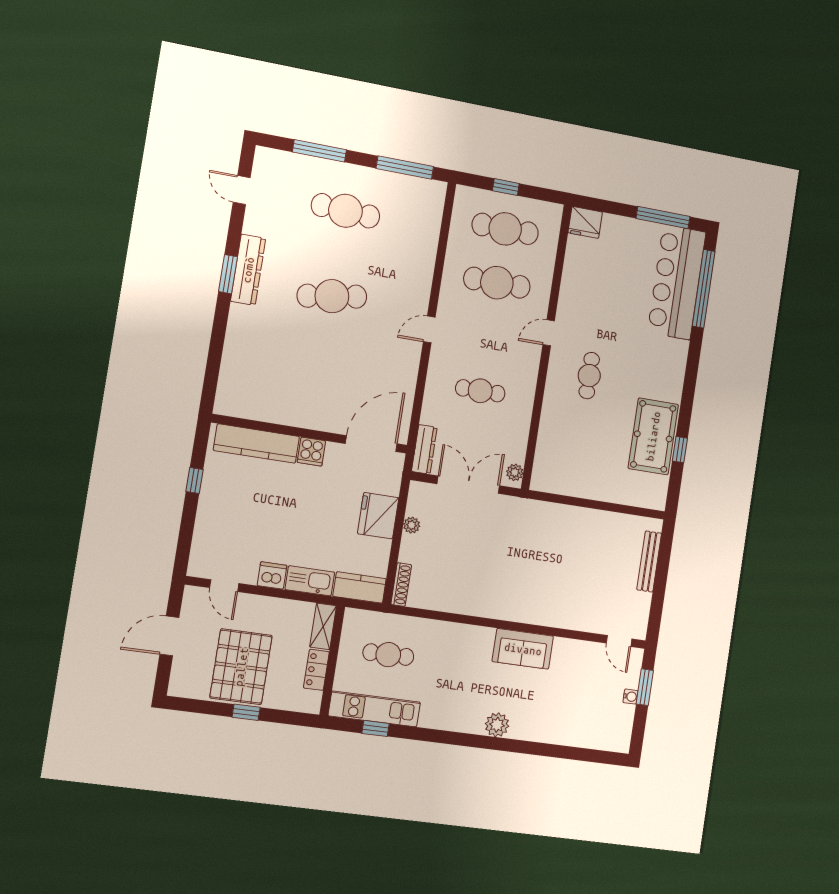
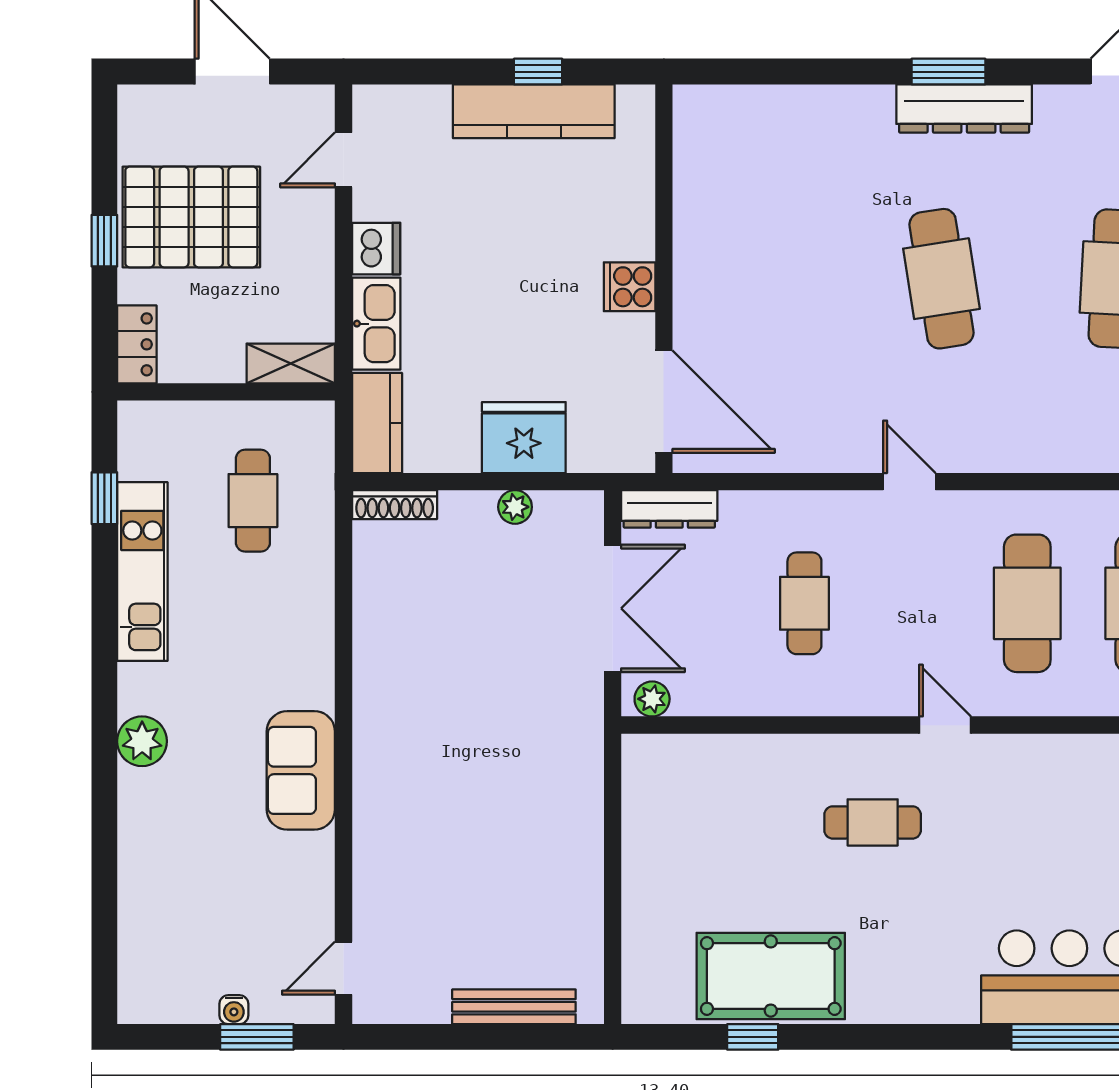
kitchen counter: (256, 443) -> (534, 111), moved, turned -90
locker: (316, 670) -> (137, 344), moved, turned 90
kitchen unit: (374, 709) -> (142, 572), moved

